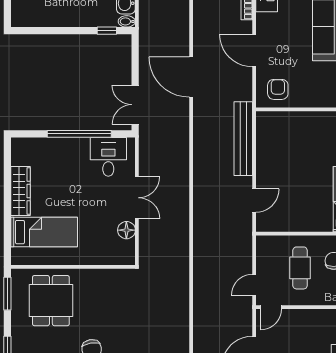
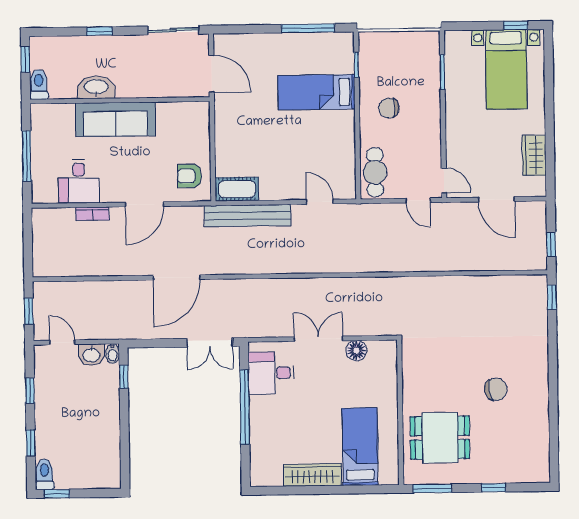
cot: (266, 130) -> (237, 189), added
cafe table: (300, 268) -> (375, 172), moved, turned 90

